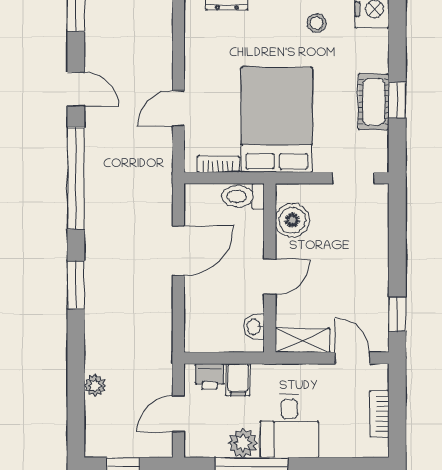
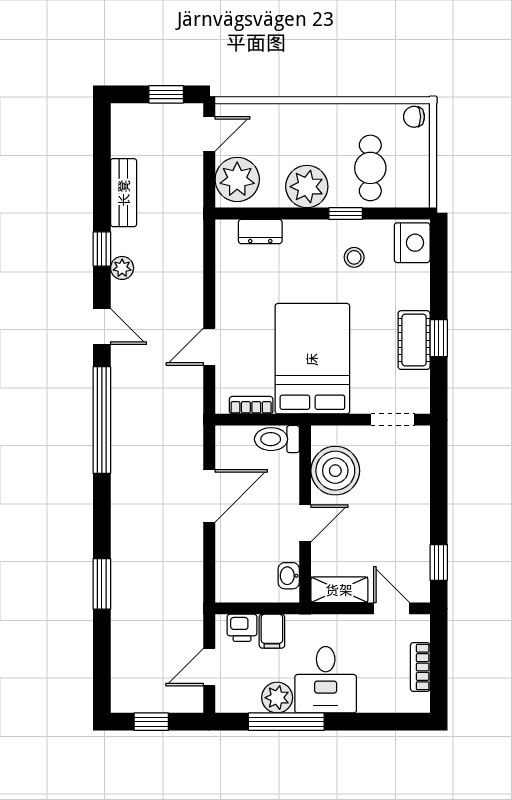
boiler: (292, 220) -> (335, 471), width x1.37, depth x1.37
window: (76, 285) -> (102, 584), moved
plant: (95, 385) -> (122, 268), moved

